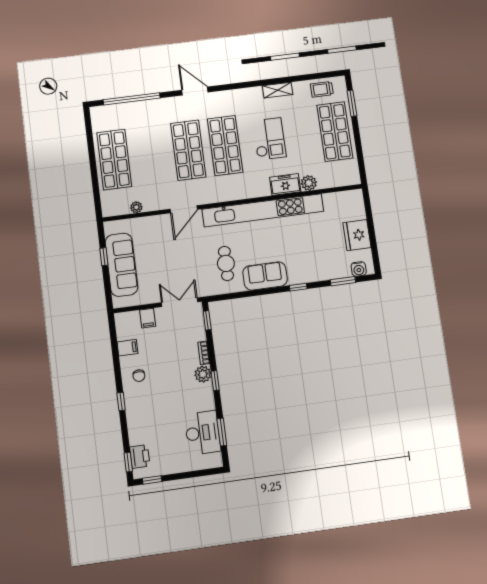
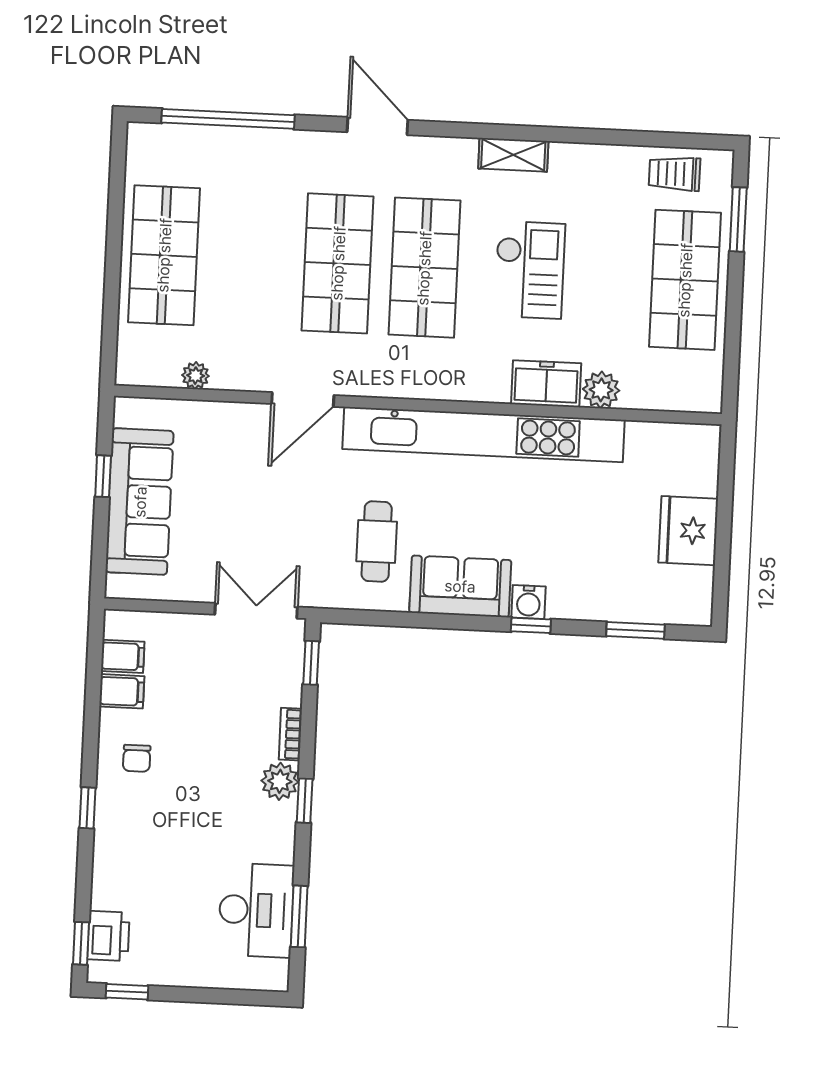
shelving: (278, 90) -> (513, 155), moved
water cooler: (359, 269) -> (528, 602), moved
filing cabinet: (148, 318) -> (123, 656), moved, turned -90

